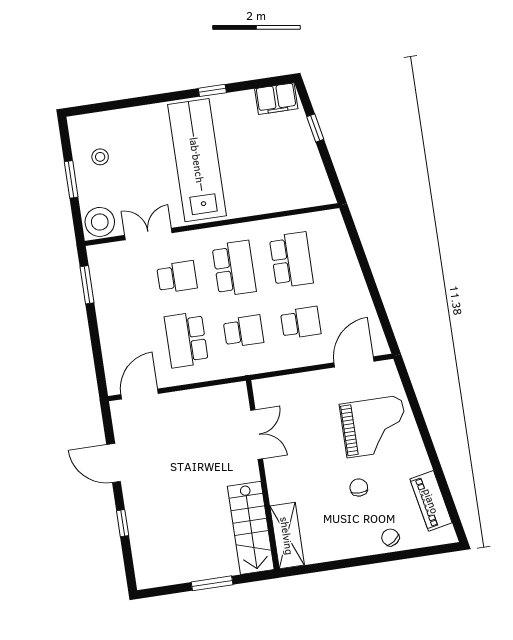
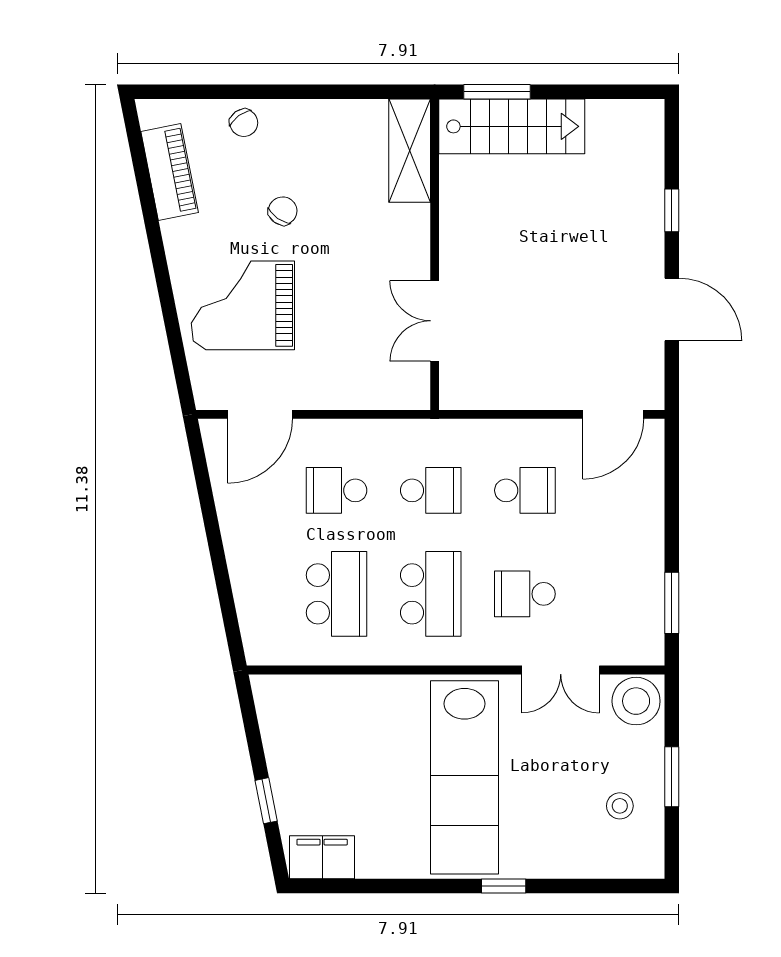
window: (212, 90) -> (504, 886), moved
school desk: (291, 260) -> (337, 594), turned 180
school desk: (234, 268) -> (431, 594), turned 180
school desk: (244, 331) -> (431, 490), turned 180
school desk: (186, 340) -> (525, 490), width x0.54
chair: (359, 487) -> (283, 211), turned -145
stairs: (251, 528) -> (512, 126), moved, turned 90
window: (212, 583) -> (497, 92), moved

